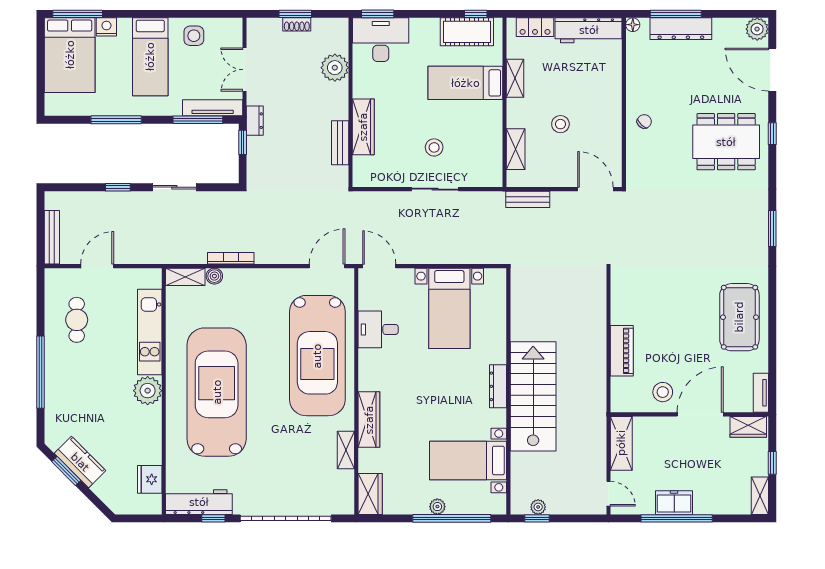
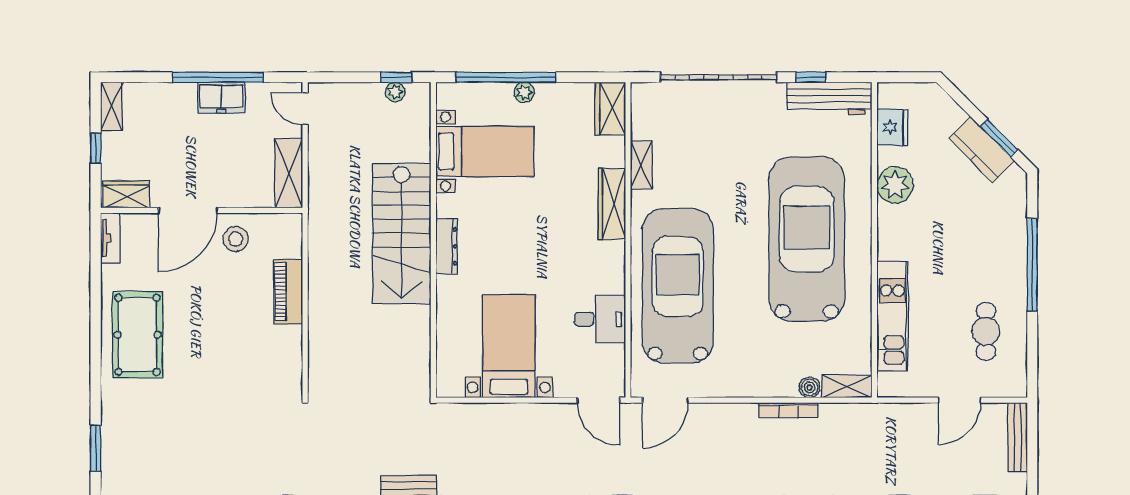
plant: (148, 391) -> (895, 185), moved
car: (217, 392) -> (807, 239), turned 180

